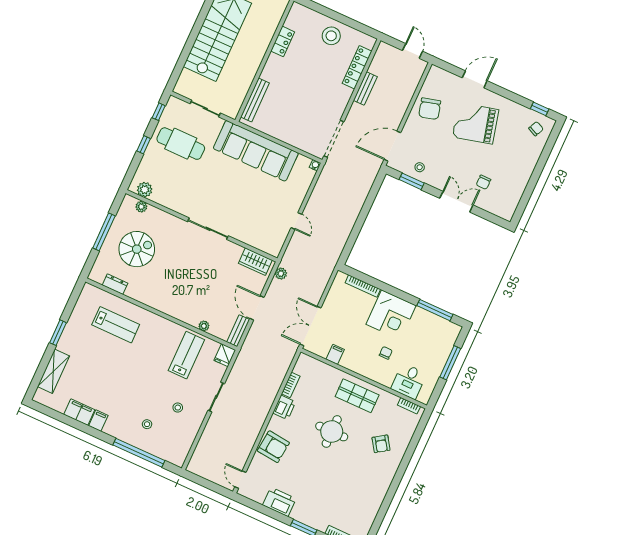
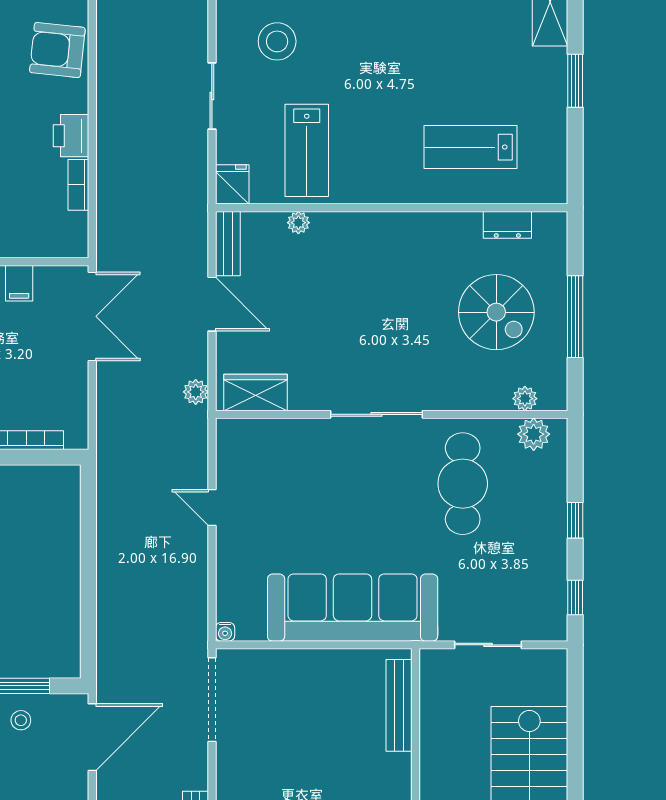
cafe table: (181, 144) -> (463, 484), moved, turned 90
spiral stairs: (137, 249) -> (496, 312), turned -90
stool: (178, 408) -> (277, 41), width x1.89, depth x1.89

